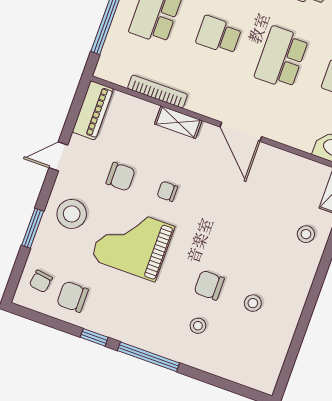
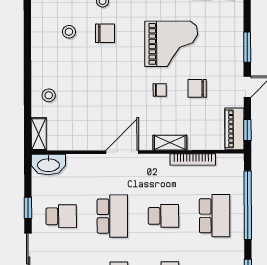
window: (77, 103) -> (247, 130), added
door: (241, 132) -> (122, 152), hinge flipped
stool: (72, 214) -> (223, 49), removed
window: (33, 228) -> (247, 47), moved

